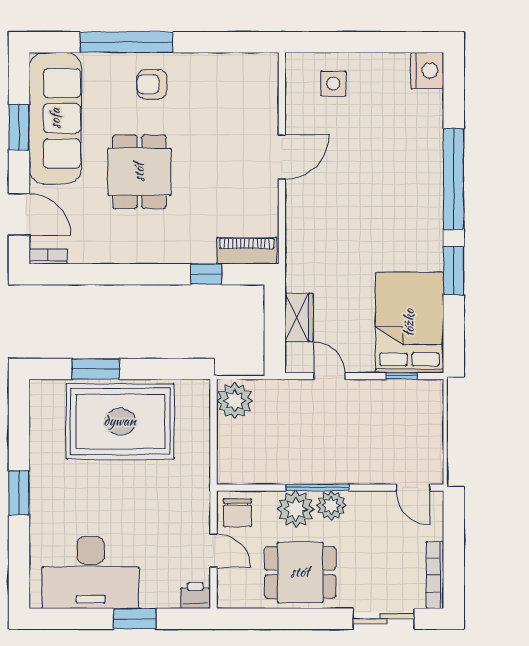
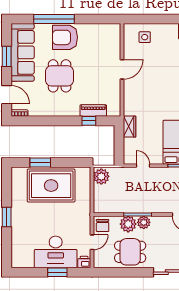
armchair: (152, 84) -> (65, 37), width x1.88, depth x1.88
piano: (247, 251) -> (93, 111), moved
wardrobe: (299, 318) -> (130, 127), moved
door: (213, 551) -> (92, 242), hinge flipped
desk: (91, 572) -> (56, 252), moved

